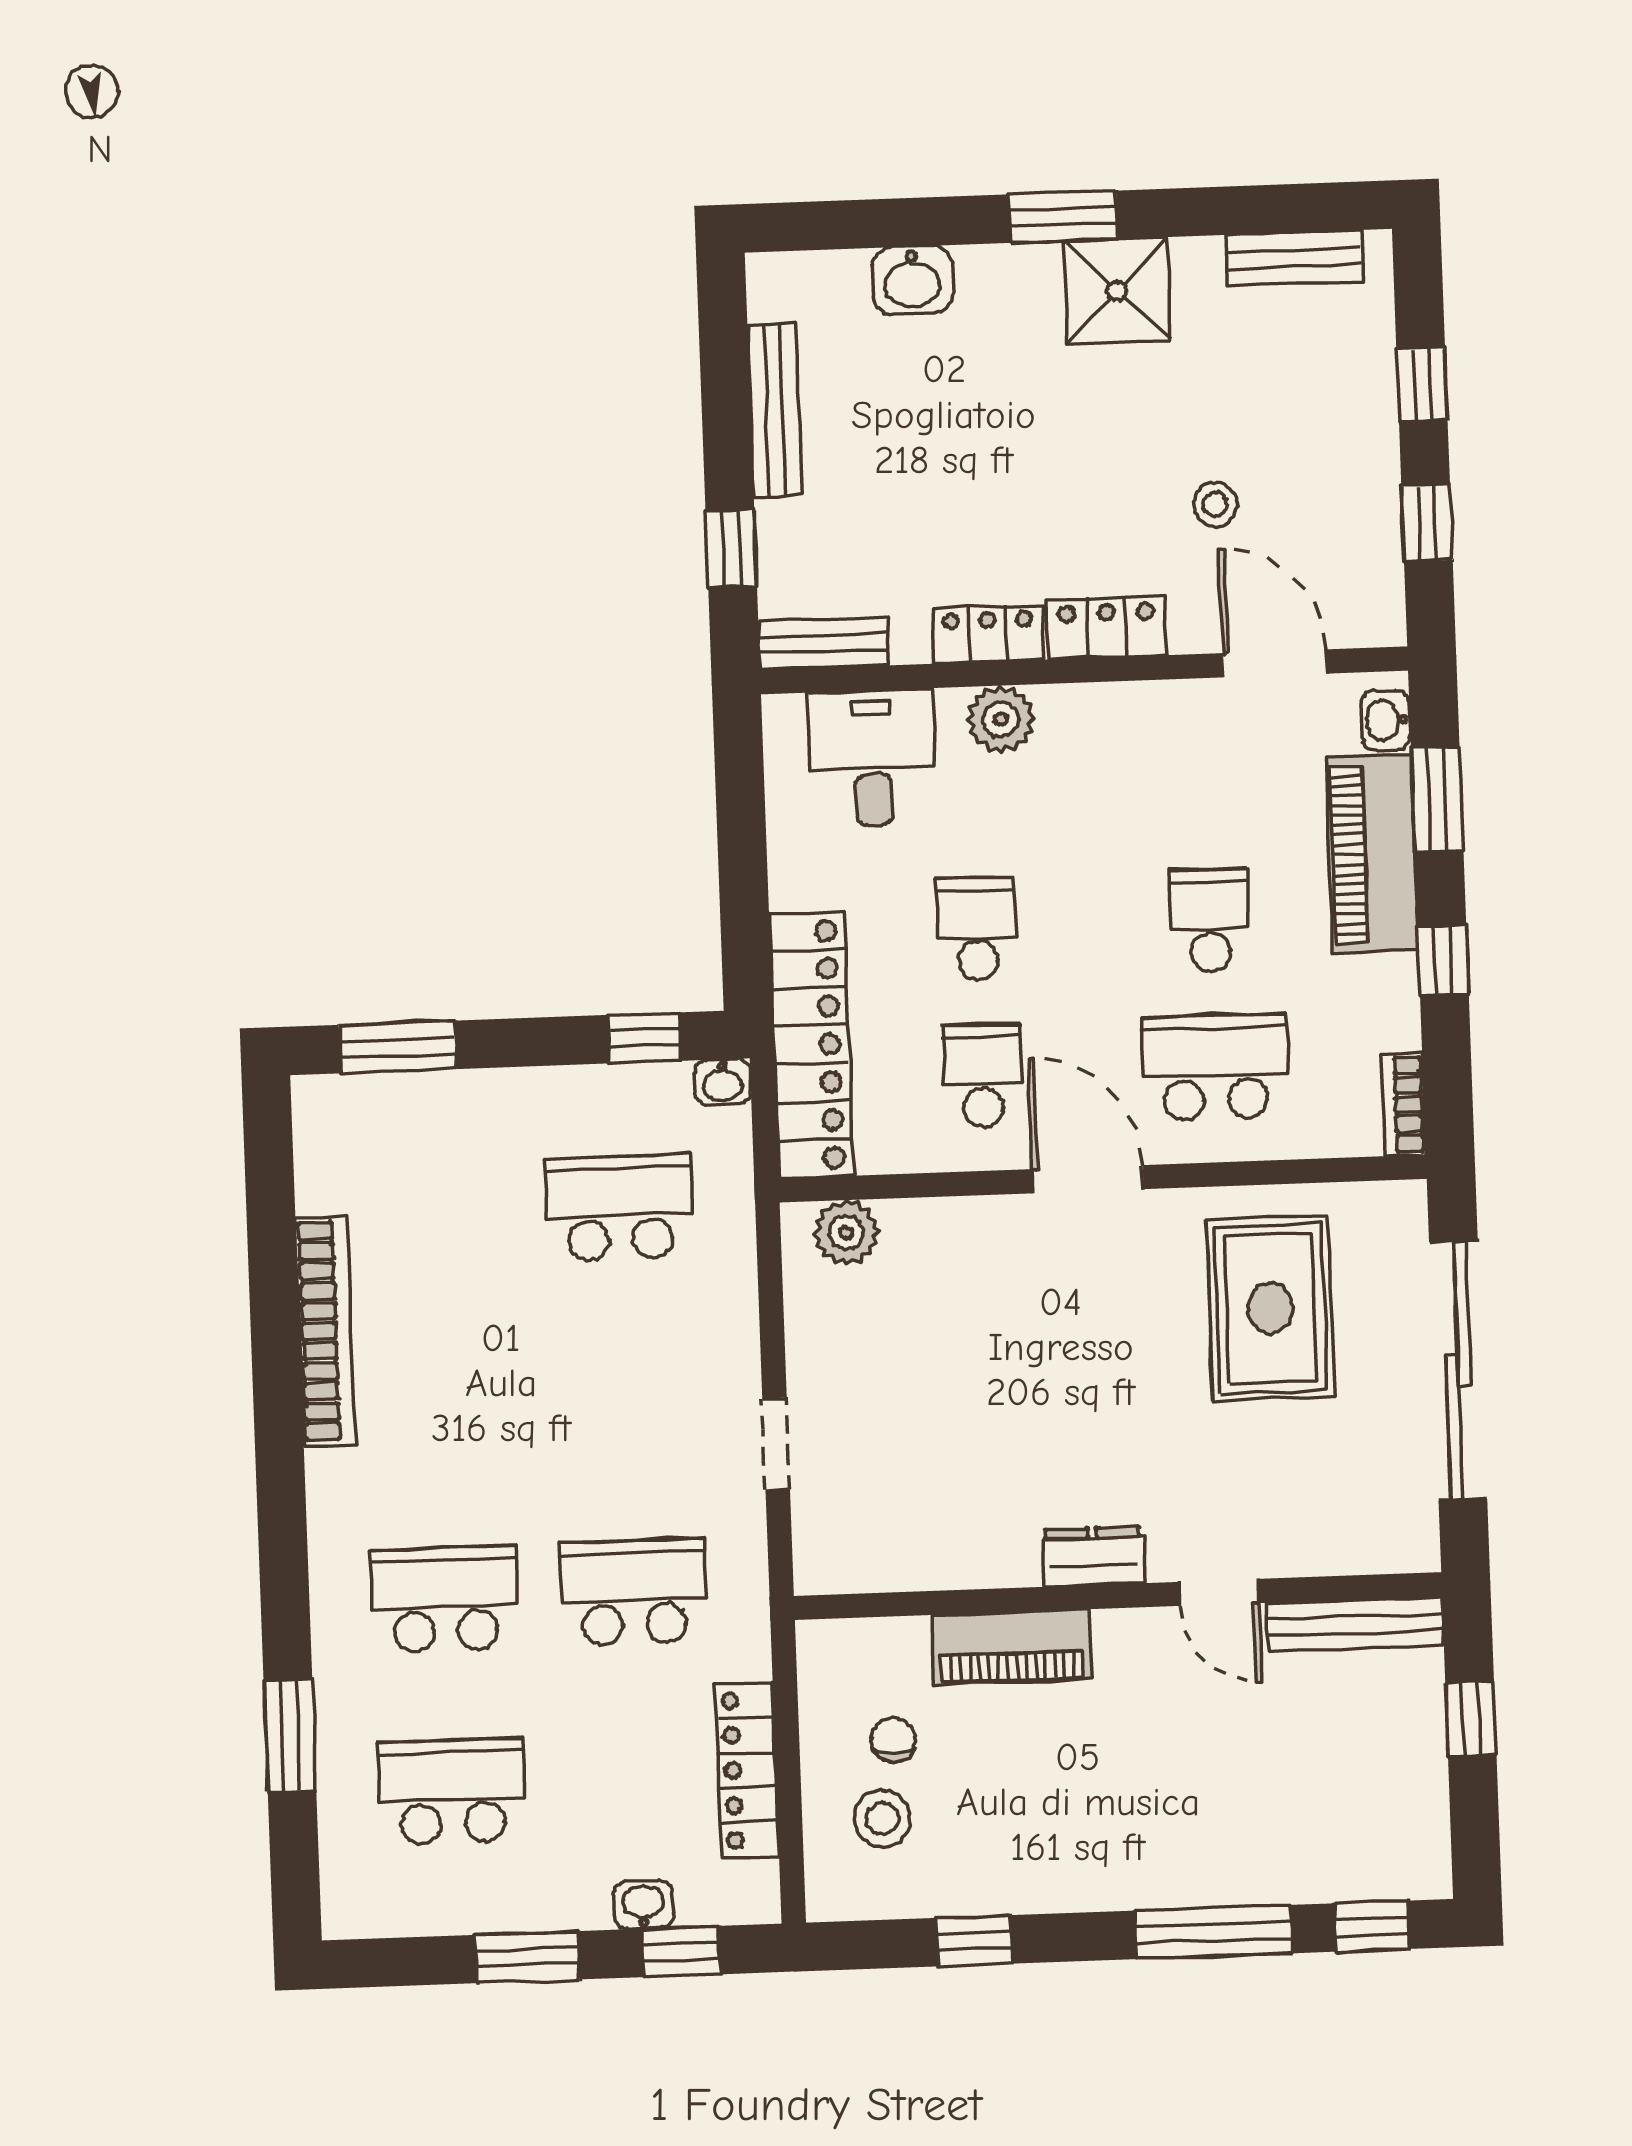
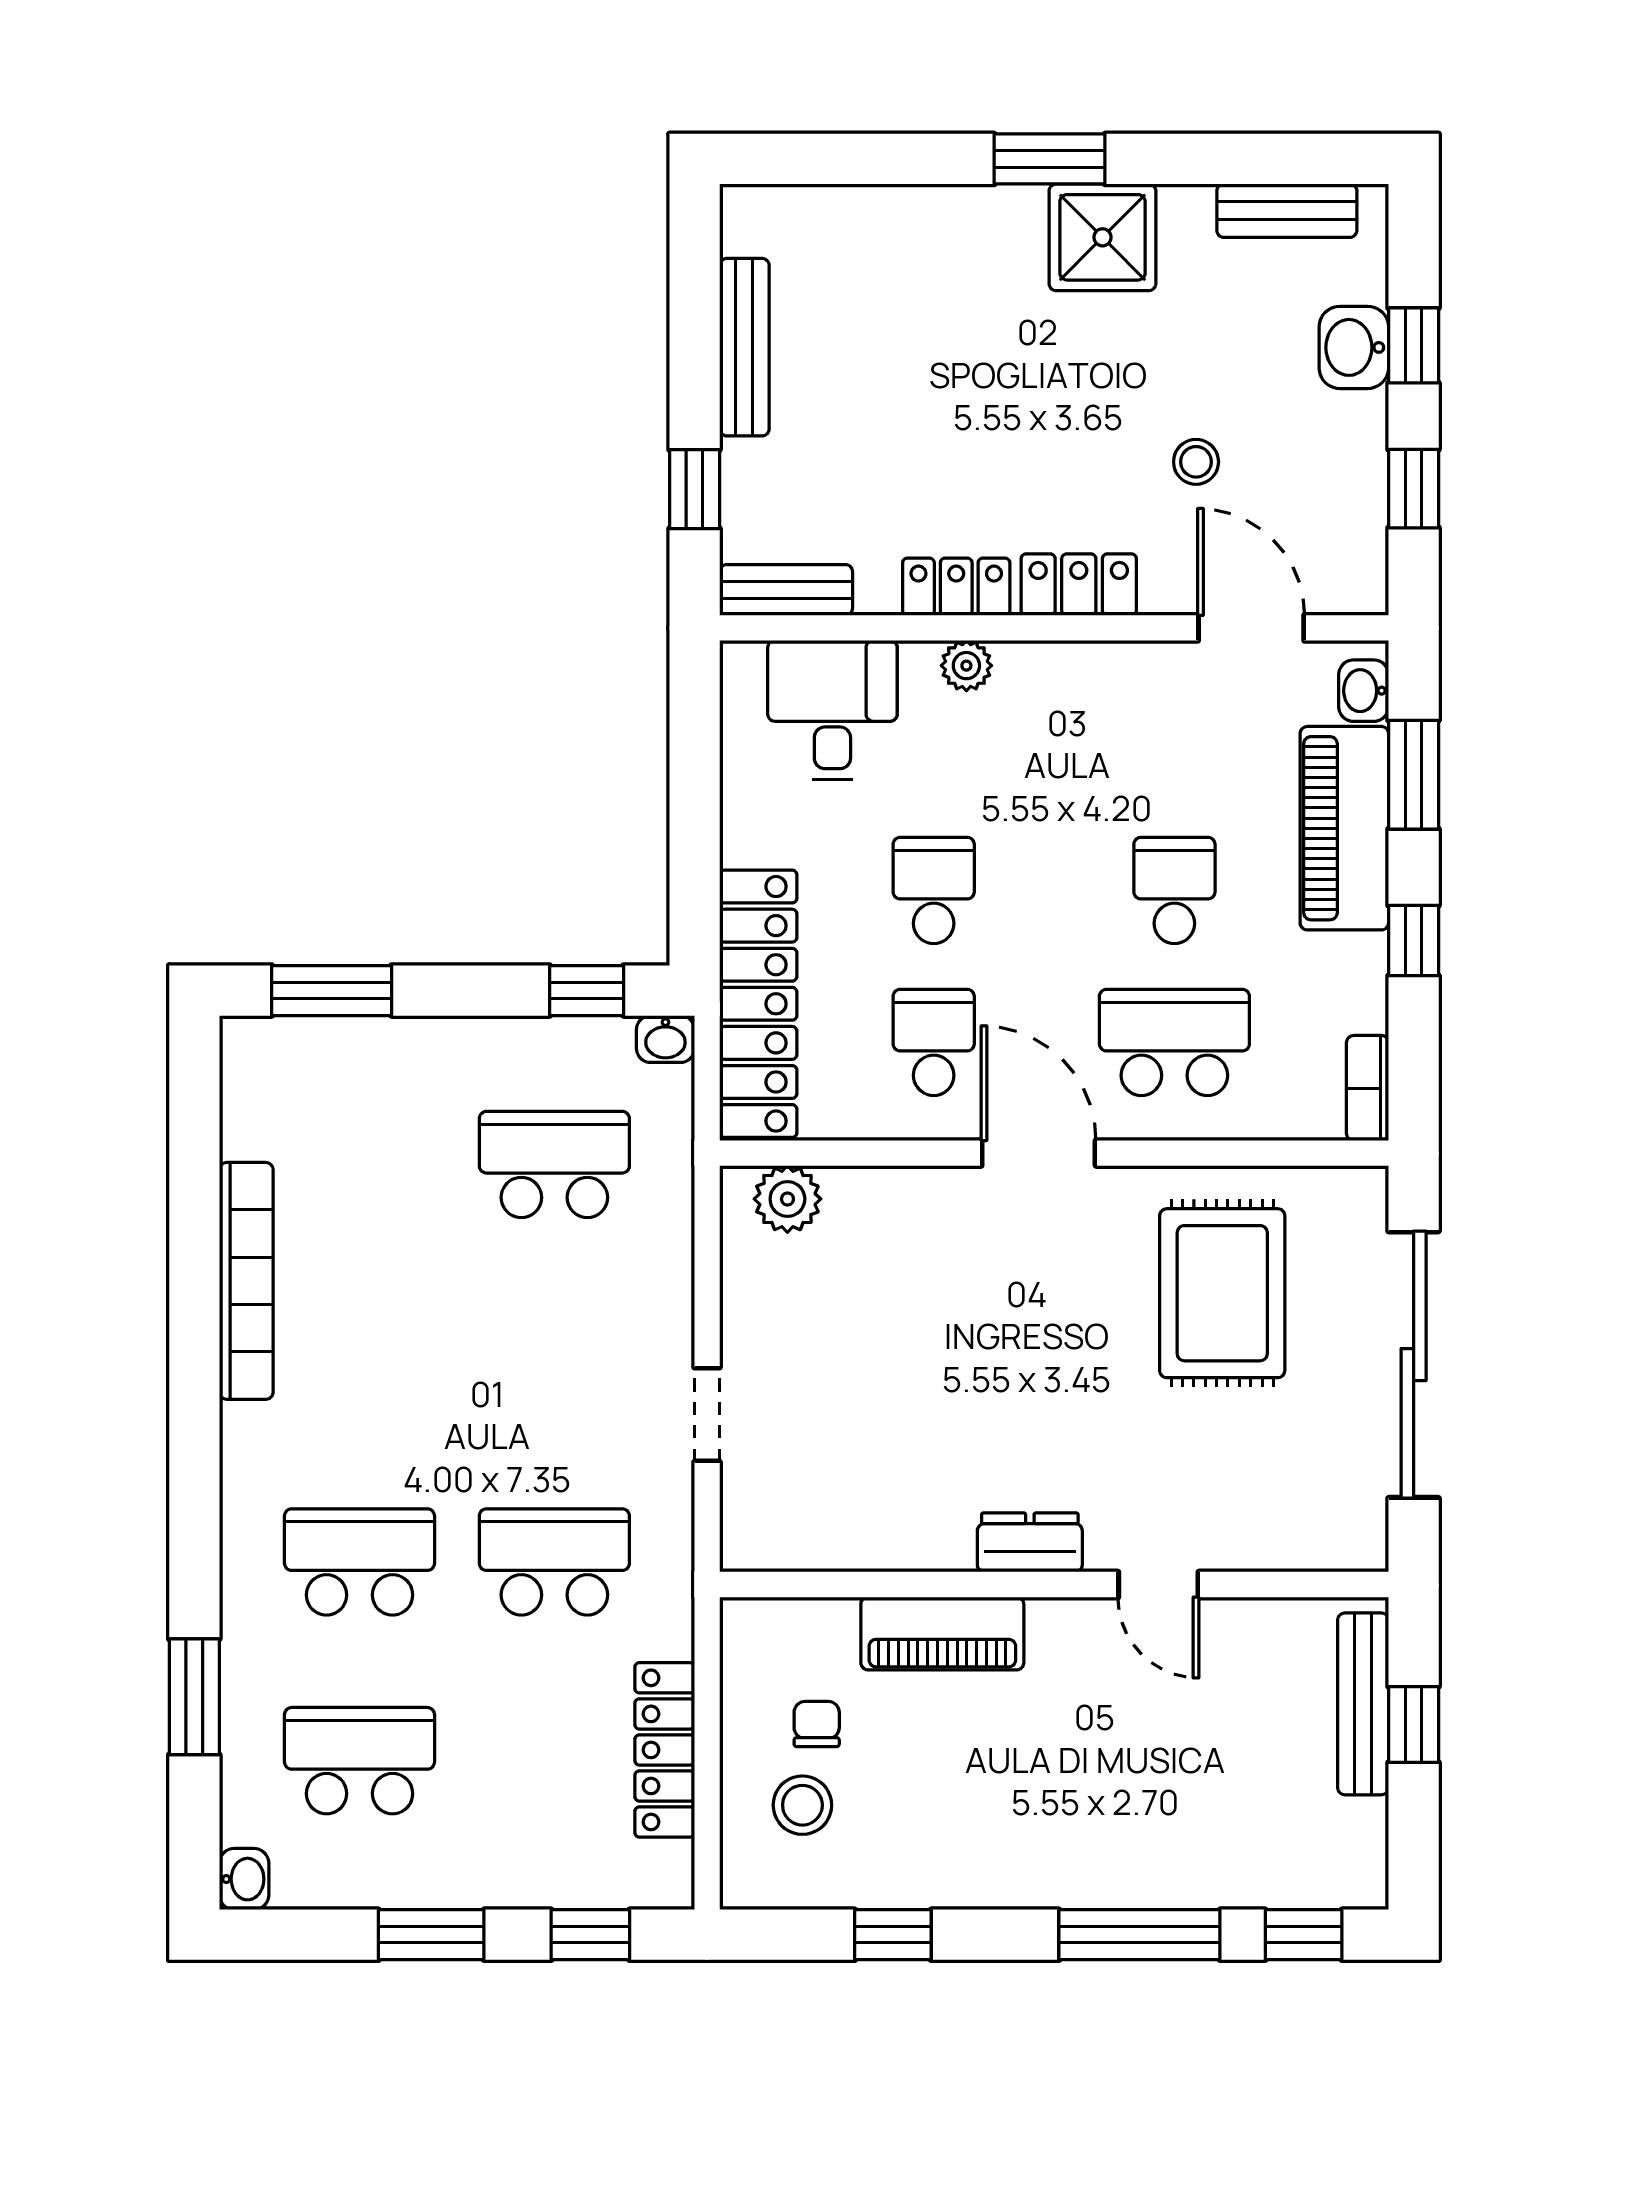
washbasin: (912, 280) -> (1354, 347), moved, turned 90
plant: (1001, 719) -> (966, 666), width x0.73, depth x0.73
bench: (1355, 1624) -> (1363, 1704), moved, turned 90
washbasin: (643, 1905) -> (244, 1879), moved, turned 90

